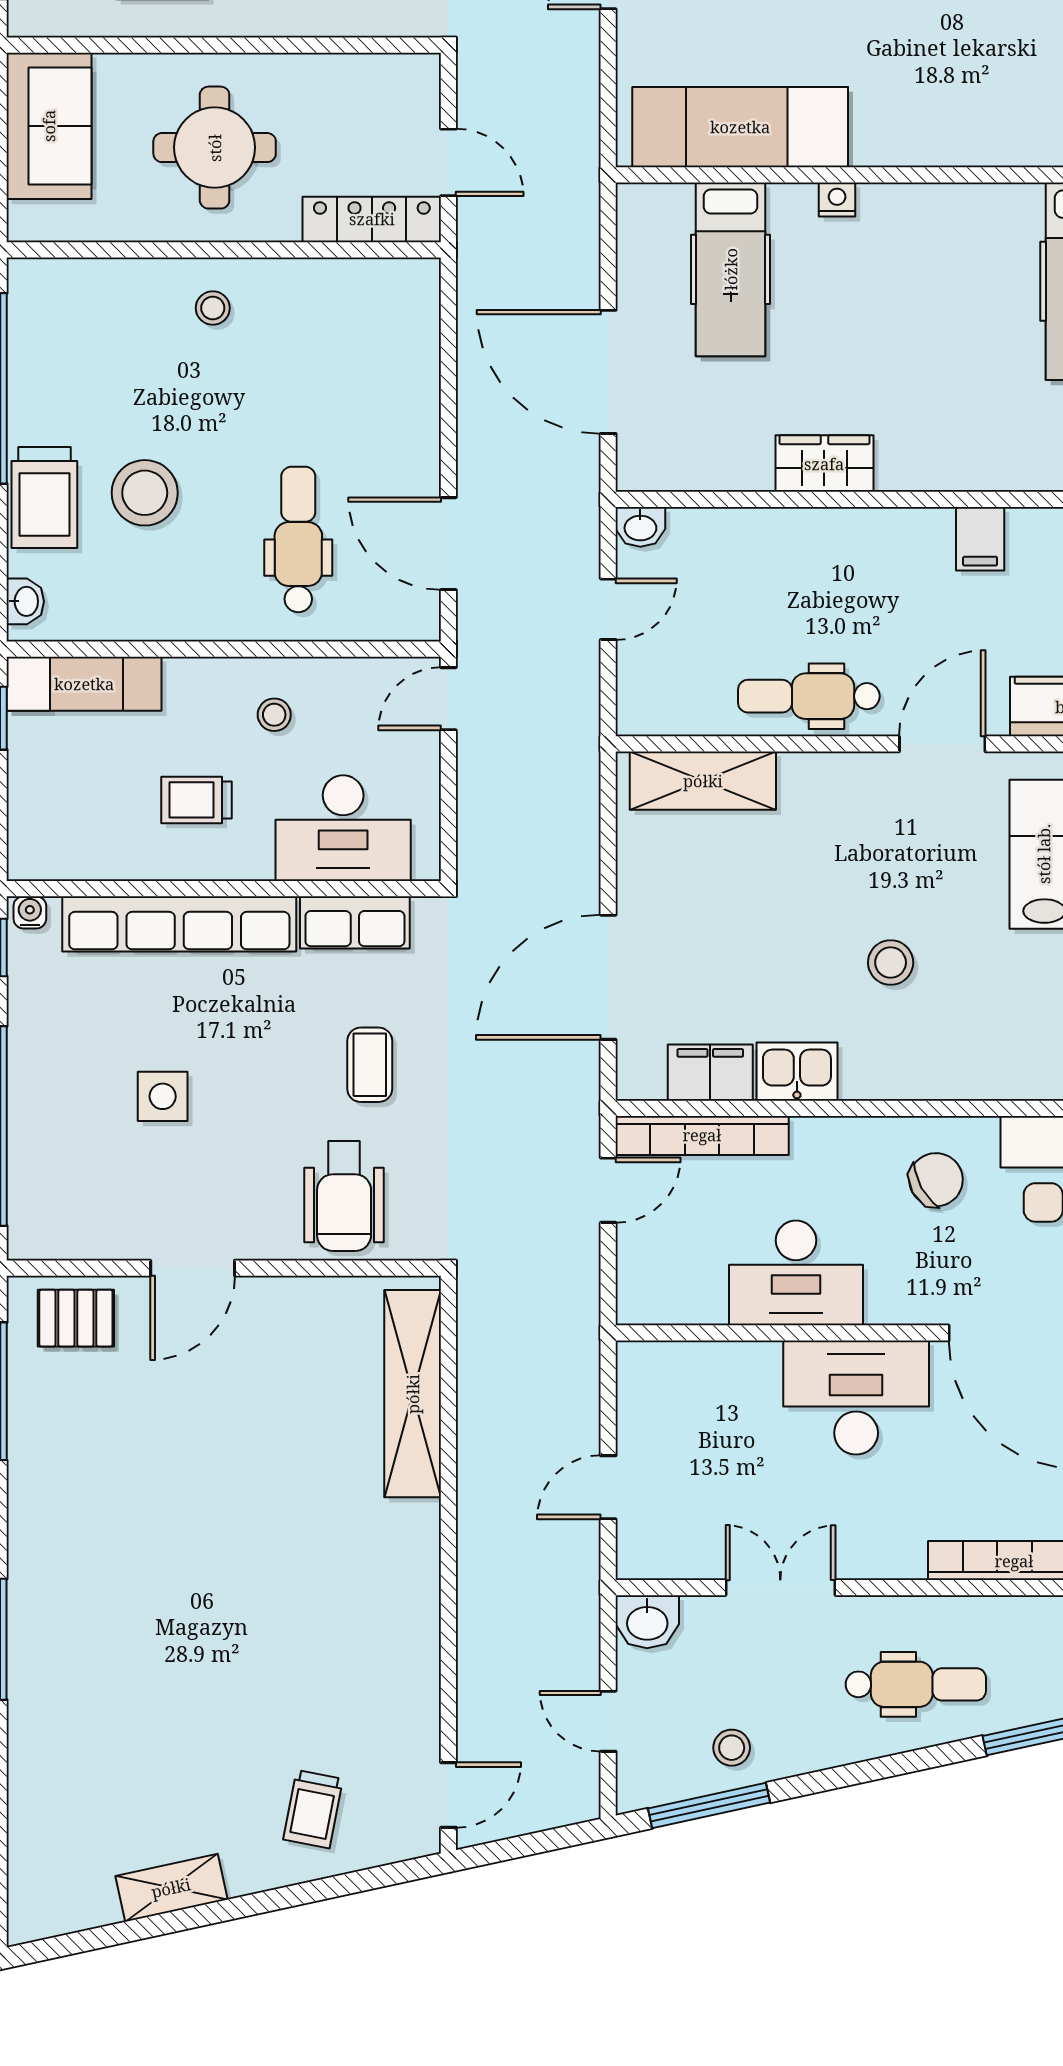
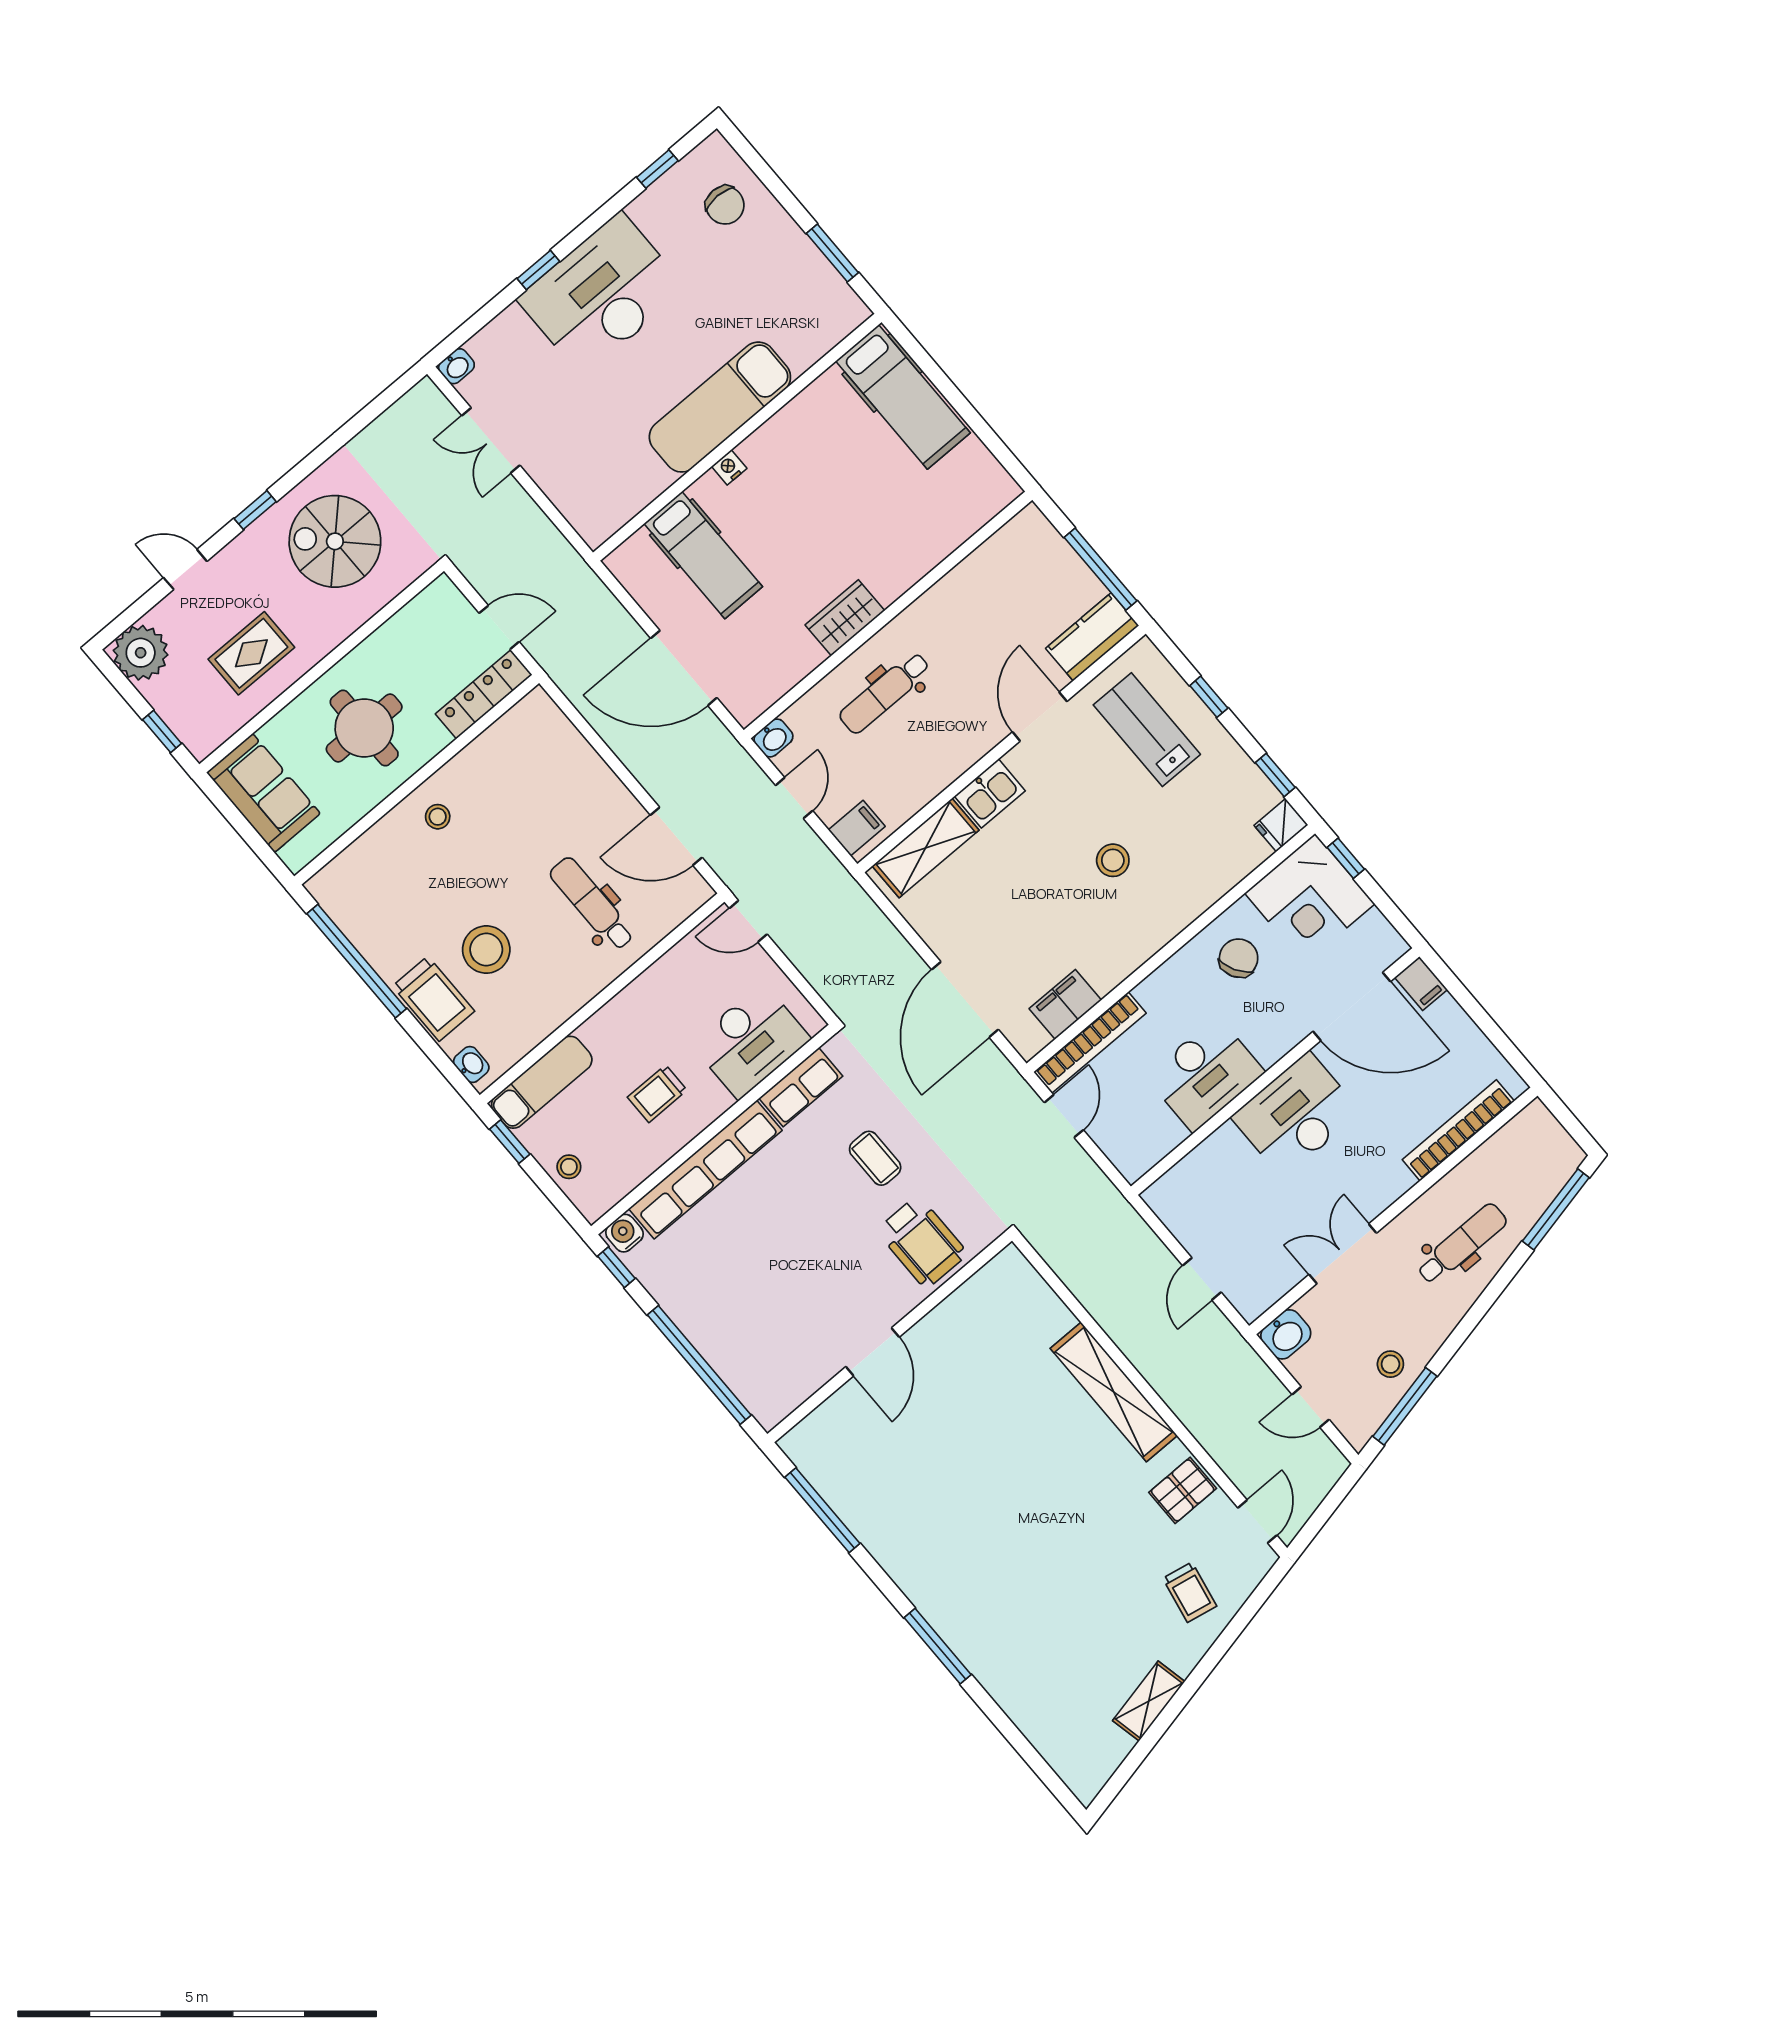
exam couch: (740, 127) -> (720, 407), moved
filing cabinet: (980, 539) -> (857, 828), moved, turned -90
dental chair: (809, 696) -> (885, 693), moved
door: (448, 699) -> (748, 921), hinge flipped
stool: (274, 715) -> (569, 1167), moved
water cooler: (30, 912) -> (624, 1233), width x1.38, depth x1.38
kitchen sink: (797, 1072) -> (990, 793), moved, turned 180
side table: (163, 1096) -> (776, 1272), removed
pallet: (76, 1318) -> (1183, 1490), moved
shelving: (413, 1394) -> (1114, 1392), moved

